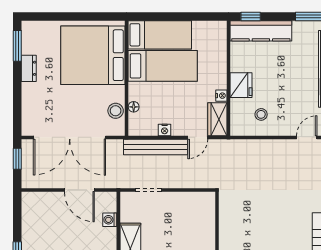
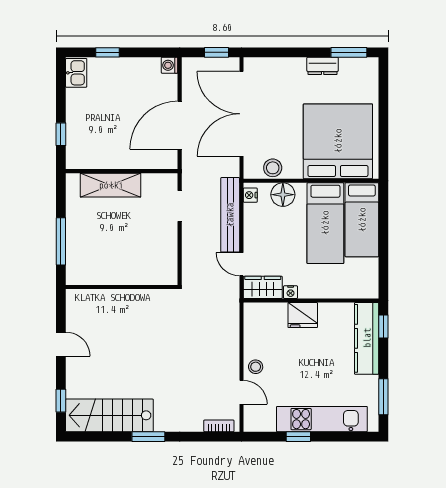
floor lamp: (134, 107) -> (283, 195), width x1.89, depth x1.89
stool: (261, 114) -> (256, 367), moved
nightstand: (165, 130) -> (250, 195), moved
door: (79, 190) -> (180, 125), width x1.36
washing machine: (110, 220) -> (170, 65), moved, turned -90

